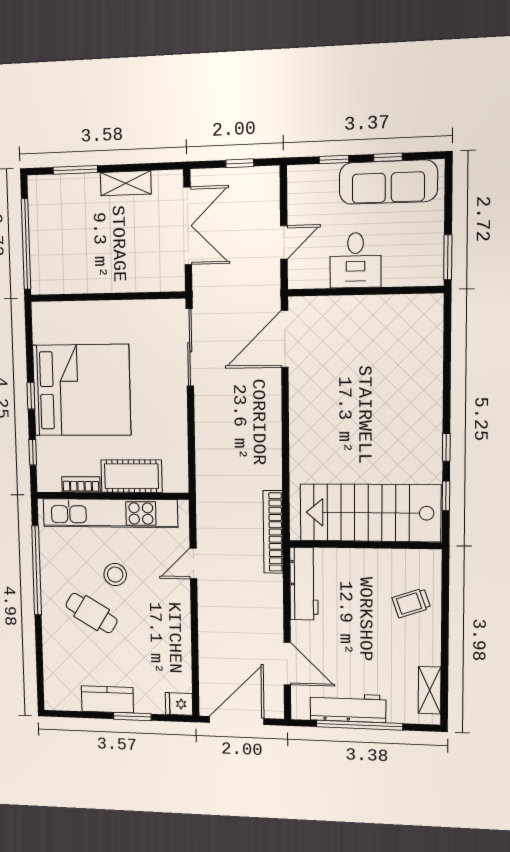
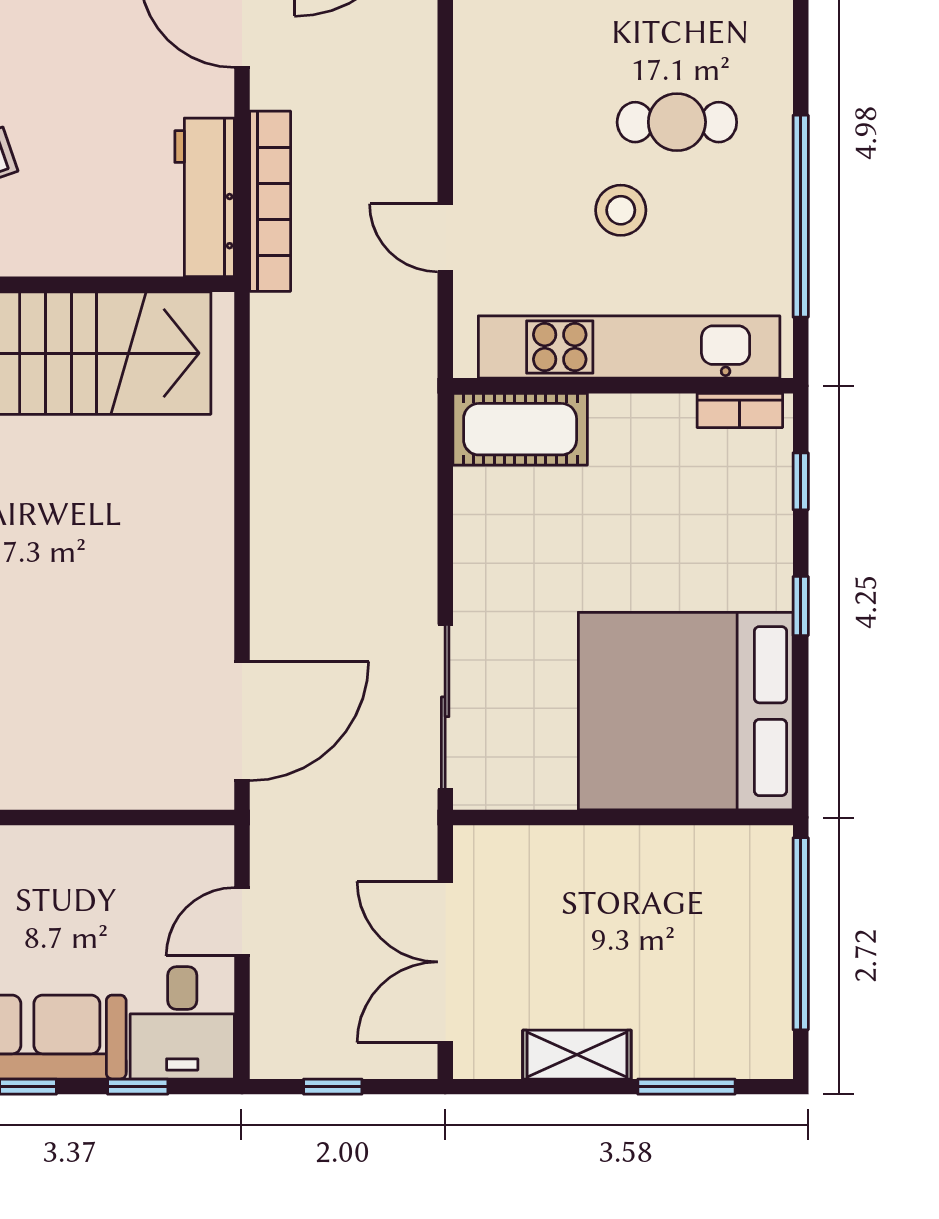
desk: (356, 260) -> (182, 1023), moved, turned 180
bed: (82, 390) -> (686, 711), moved
cot: (131, 476) -> (520, 429), moved
bookcase: (81, 484) -> (740, 410), moved
bookcase: (273, 532) -> (270, 201), moved
door: (193, 564) -> (445, 238), swing flipped
cafe table: (91, 613) -> (677, 122), turned -31

